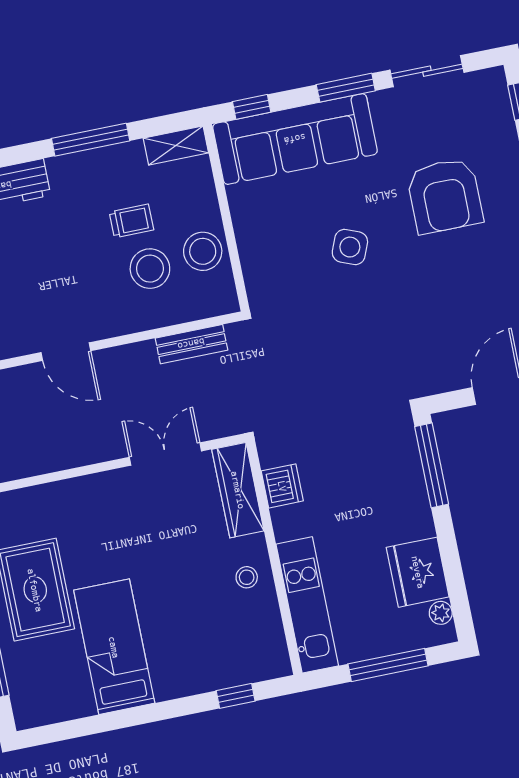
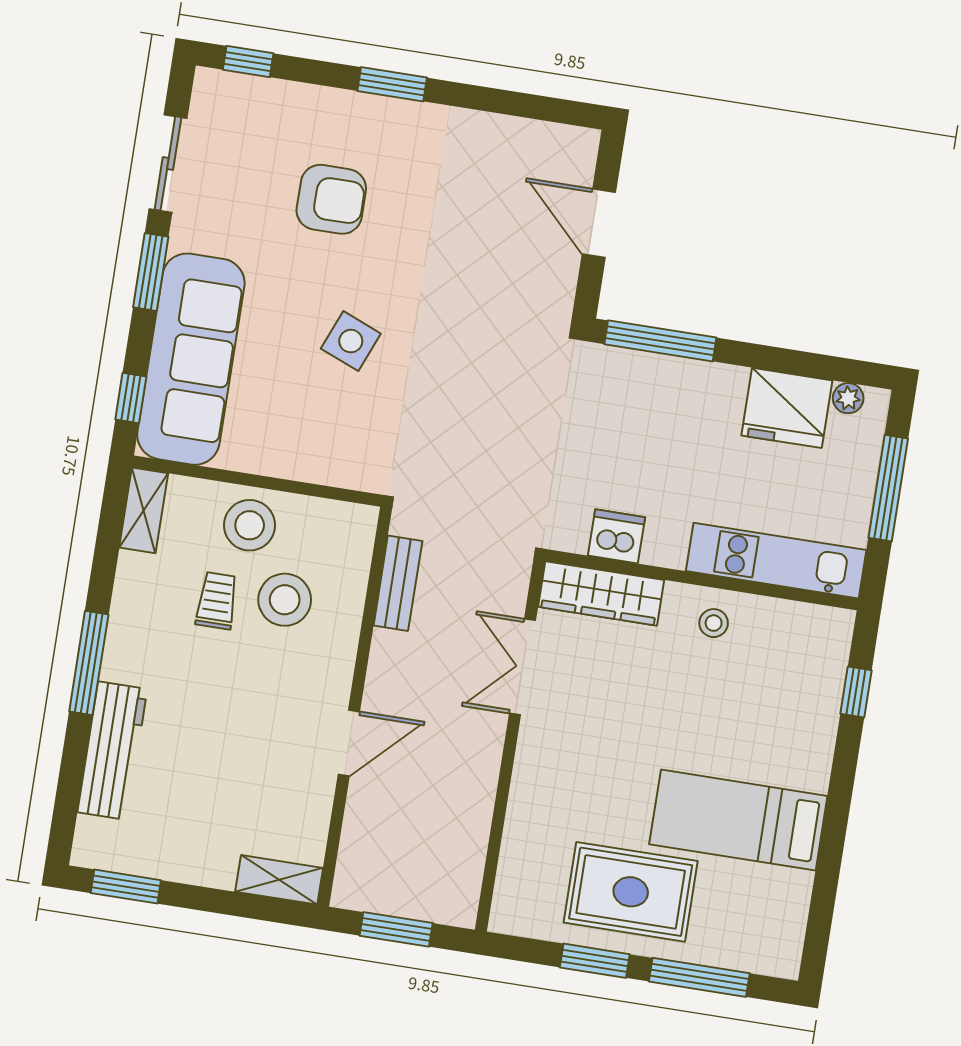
window: (91, 140) -> (89, 663), moved
armchair: (445, 196) -> (331, 199), width x0.73, depth x0.73
stool: (203, 251) -> (250, 525), moved

